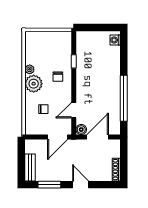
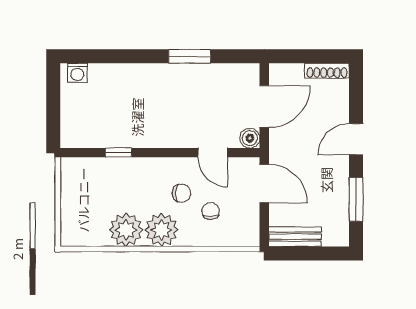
plant: (30, 69) -> (126, 230), width x1.87, depth x1.87
chair: (58, 77) -> (182, 193), moved
window: (124, 98) -> (189, 56), width x0.47
door: (98, 137) -> (264, 107), swing flipped
bench: (30, 168) -> (295, 237), moved

